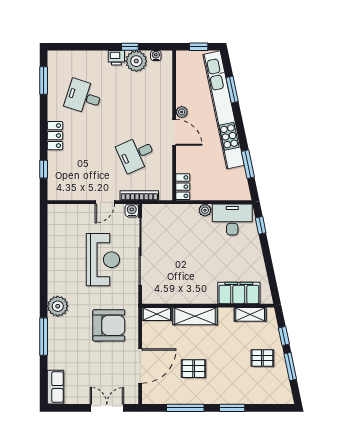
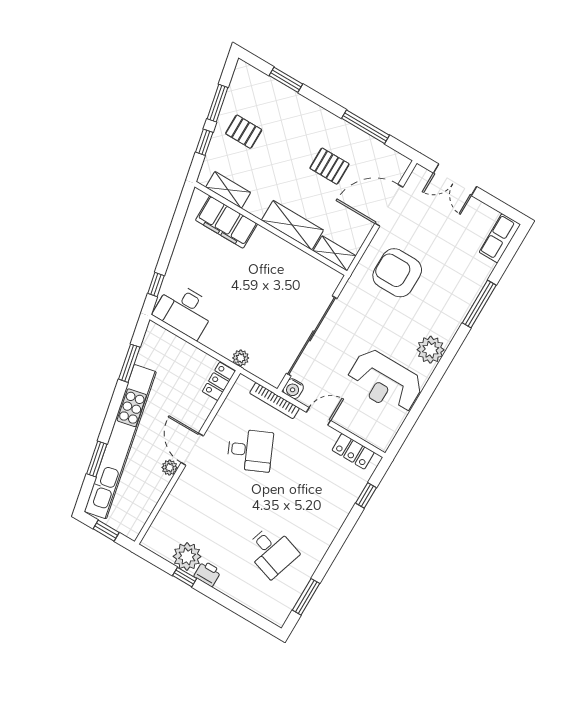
water cooler: (156, 56) -> (161, 549), removed
locker: (55, 136) -> (353, 451), moved, turned -90
plant: (205, 210) -> (241, 358), moved
reception desk: (103, 260) -> (385, 382), moved, turned -90
plant: (58, 306) -> (431, 350), moved
window: (232, 408) -> (286, 80), moved

